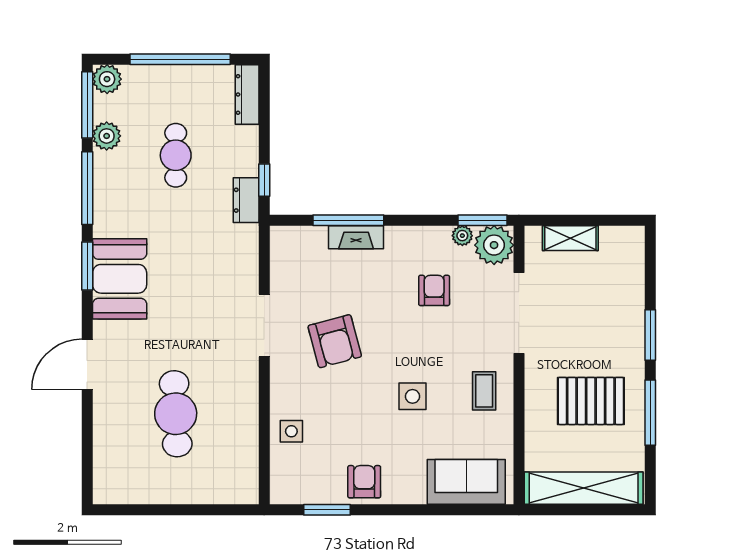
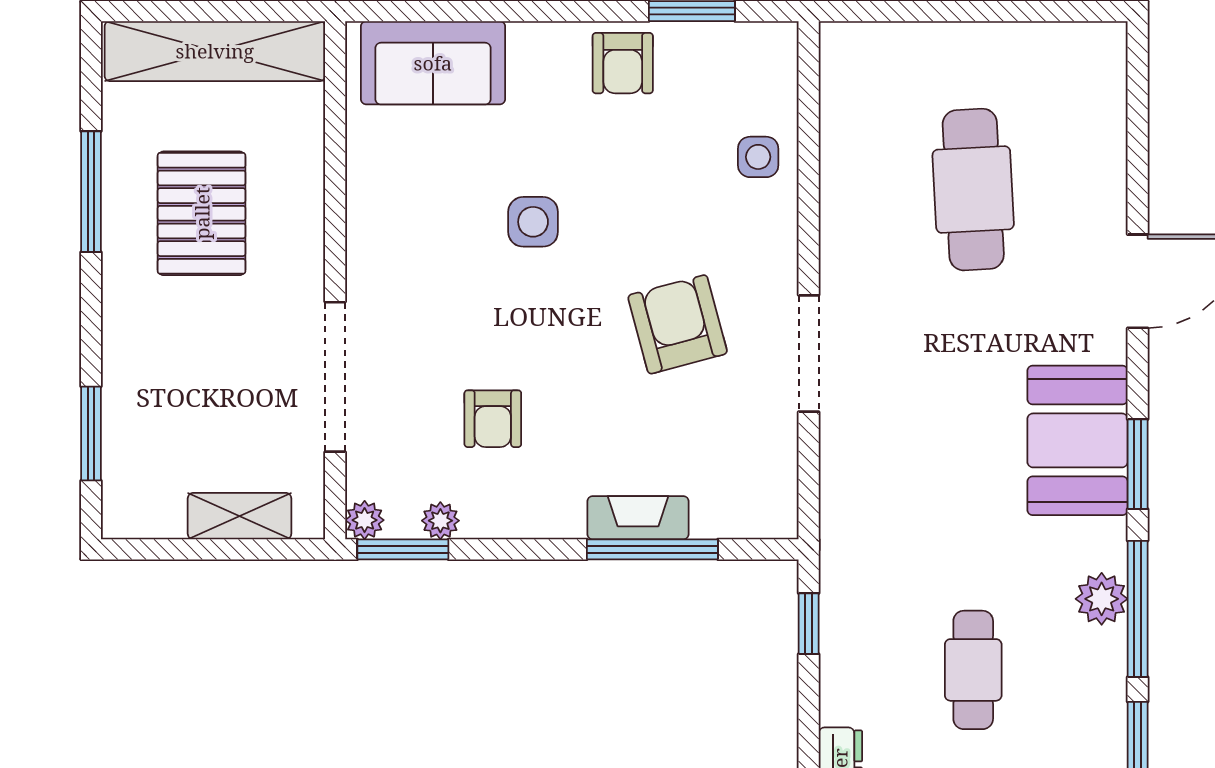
plant: (107, 136) -> (1102, 599), moved
dresser: (246, 200) -> (842, 587), removed
plant: (494, 245) -> (365, 520), width x0.53, depth x0.53
window: (650, 335) -> (91, 433), moved
coffee table: (484, 391) -> (400, 232), removed
pallet: (591, 401) -> (202, 213), turned 90

